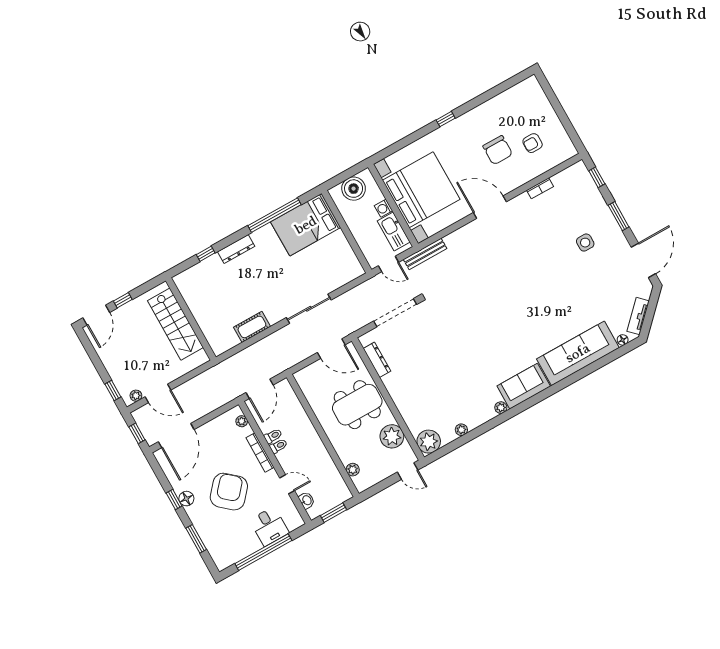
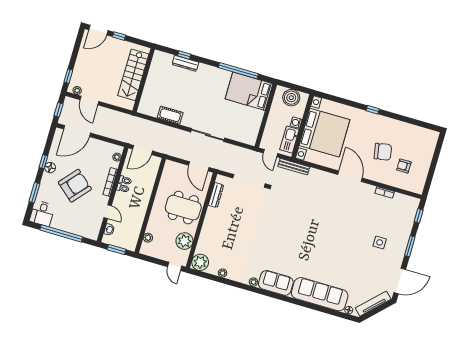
chair: (498, 150) -> (383, 152), turned -100
dresser: (236, 249) -> (185, 63), moved
tv unit: (638, 316) -> (373, 304), width x1.41
desk: (269, 526) -> (42, 213), moved

